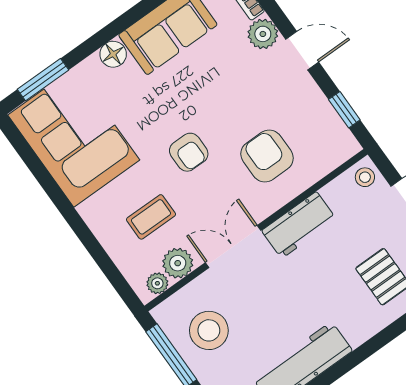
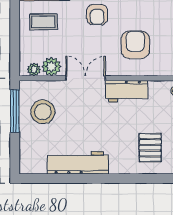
coffee table: (151, 217) -> (43, 22), moved

